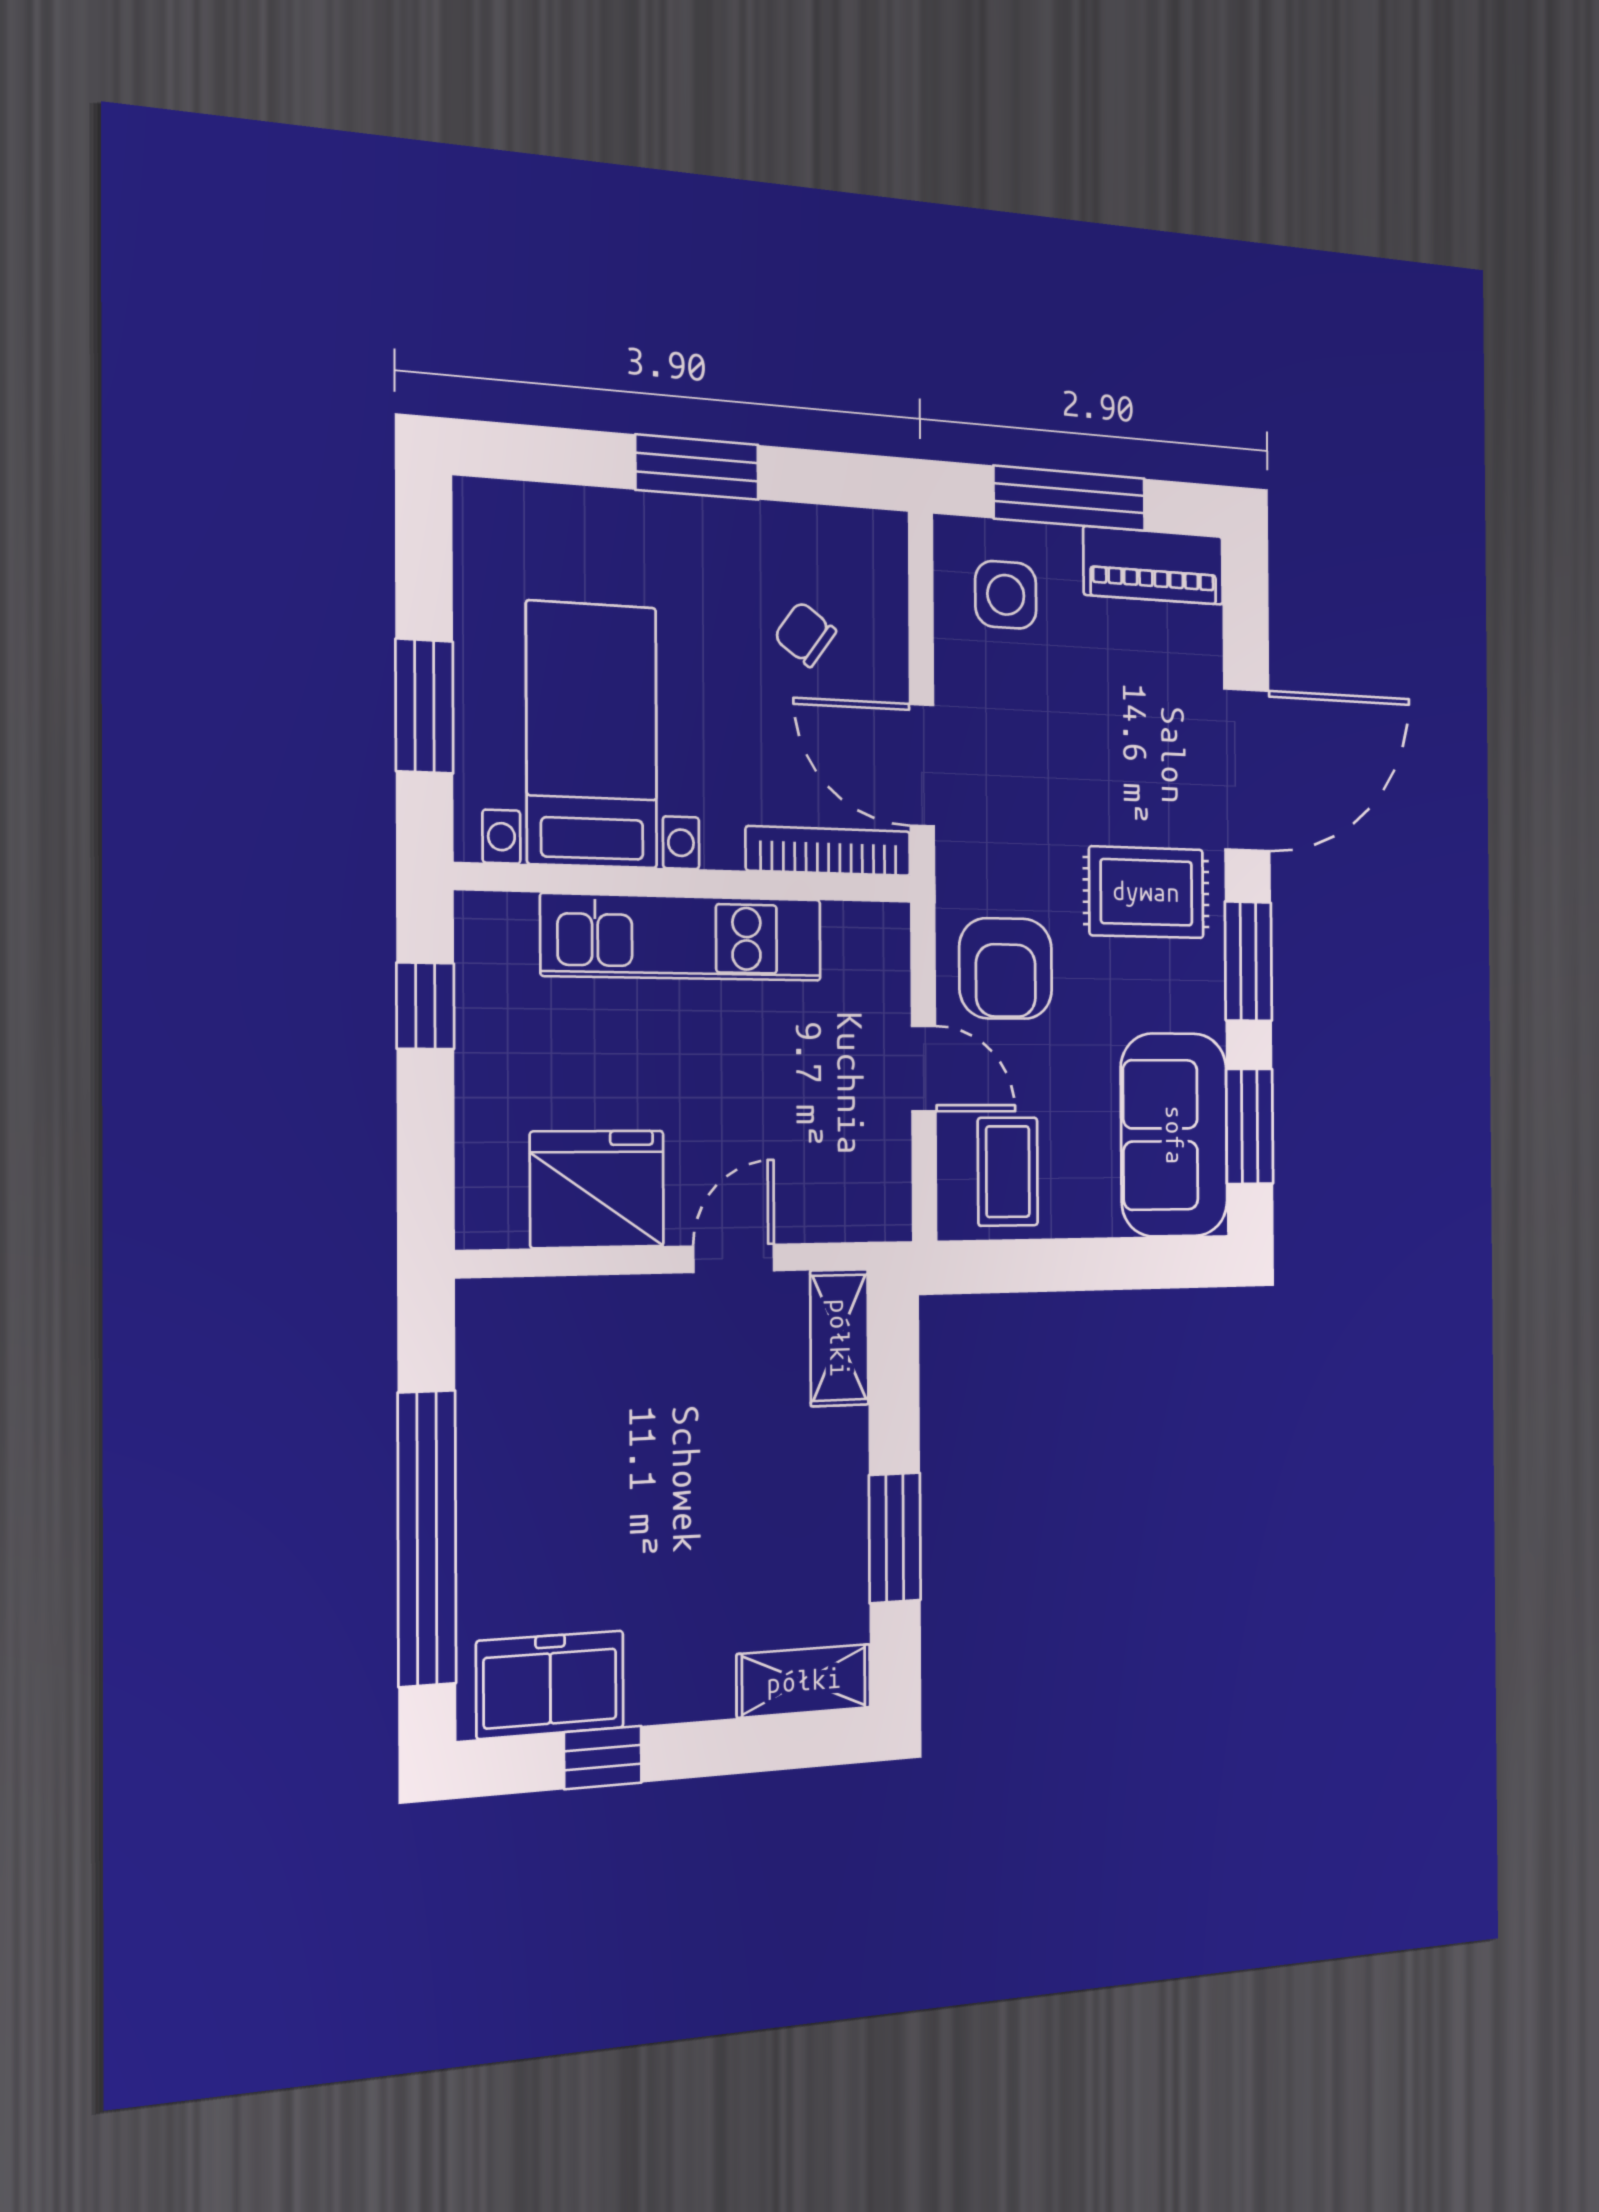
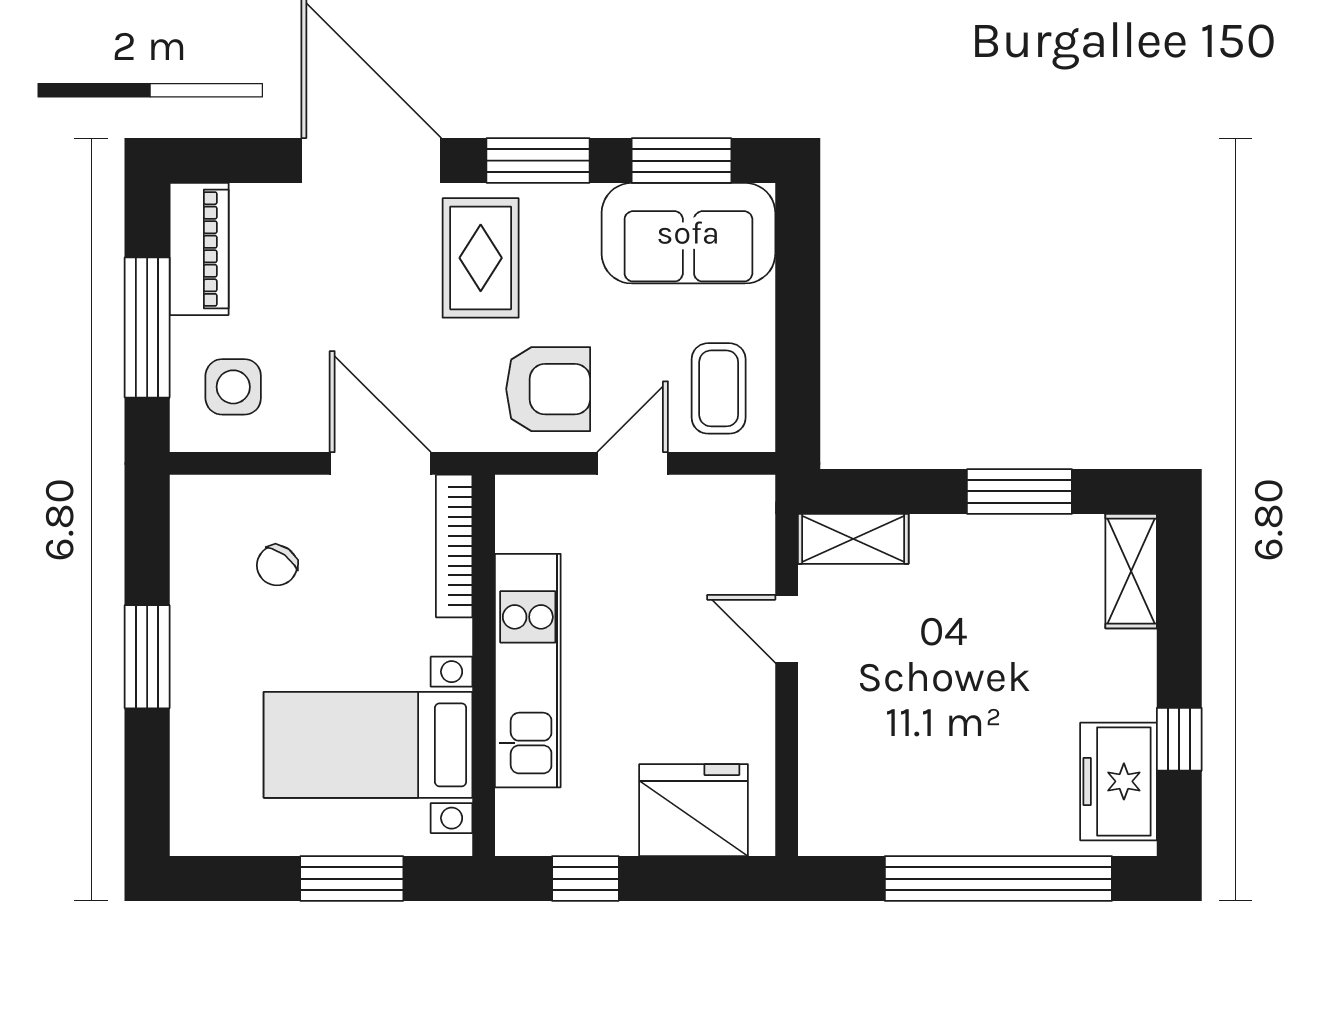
door: (922, 765) -> (380, 463), swing flipped
coffee table: (1008, 1172) -> (719, 388), turned 90
fridge: (597, 1189) -> (694, 810), moved, turned 90

